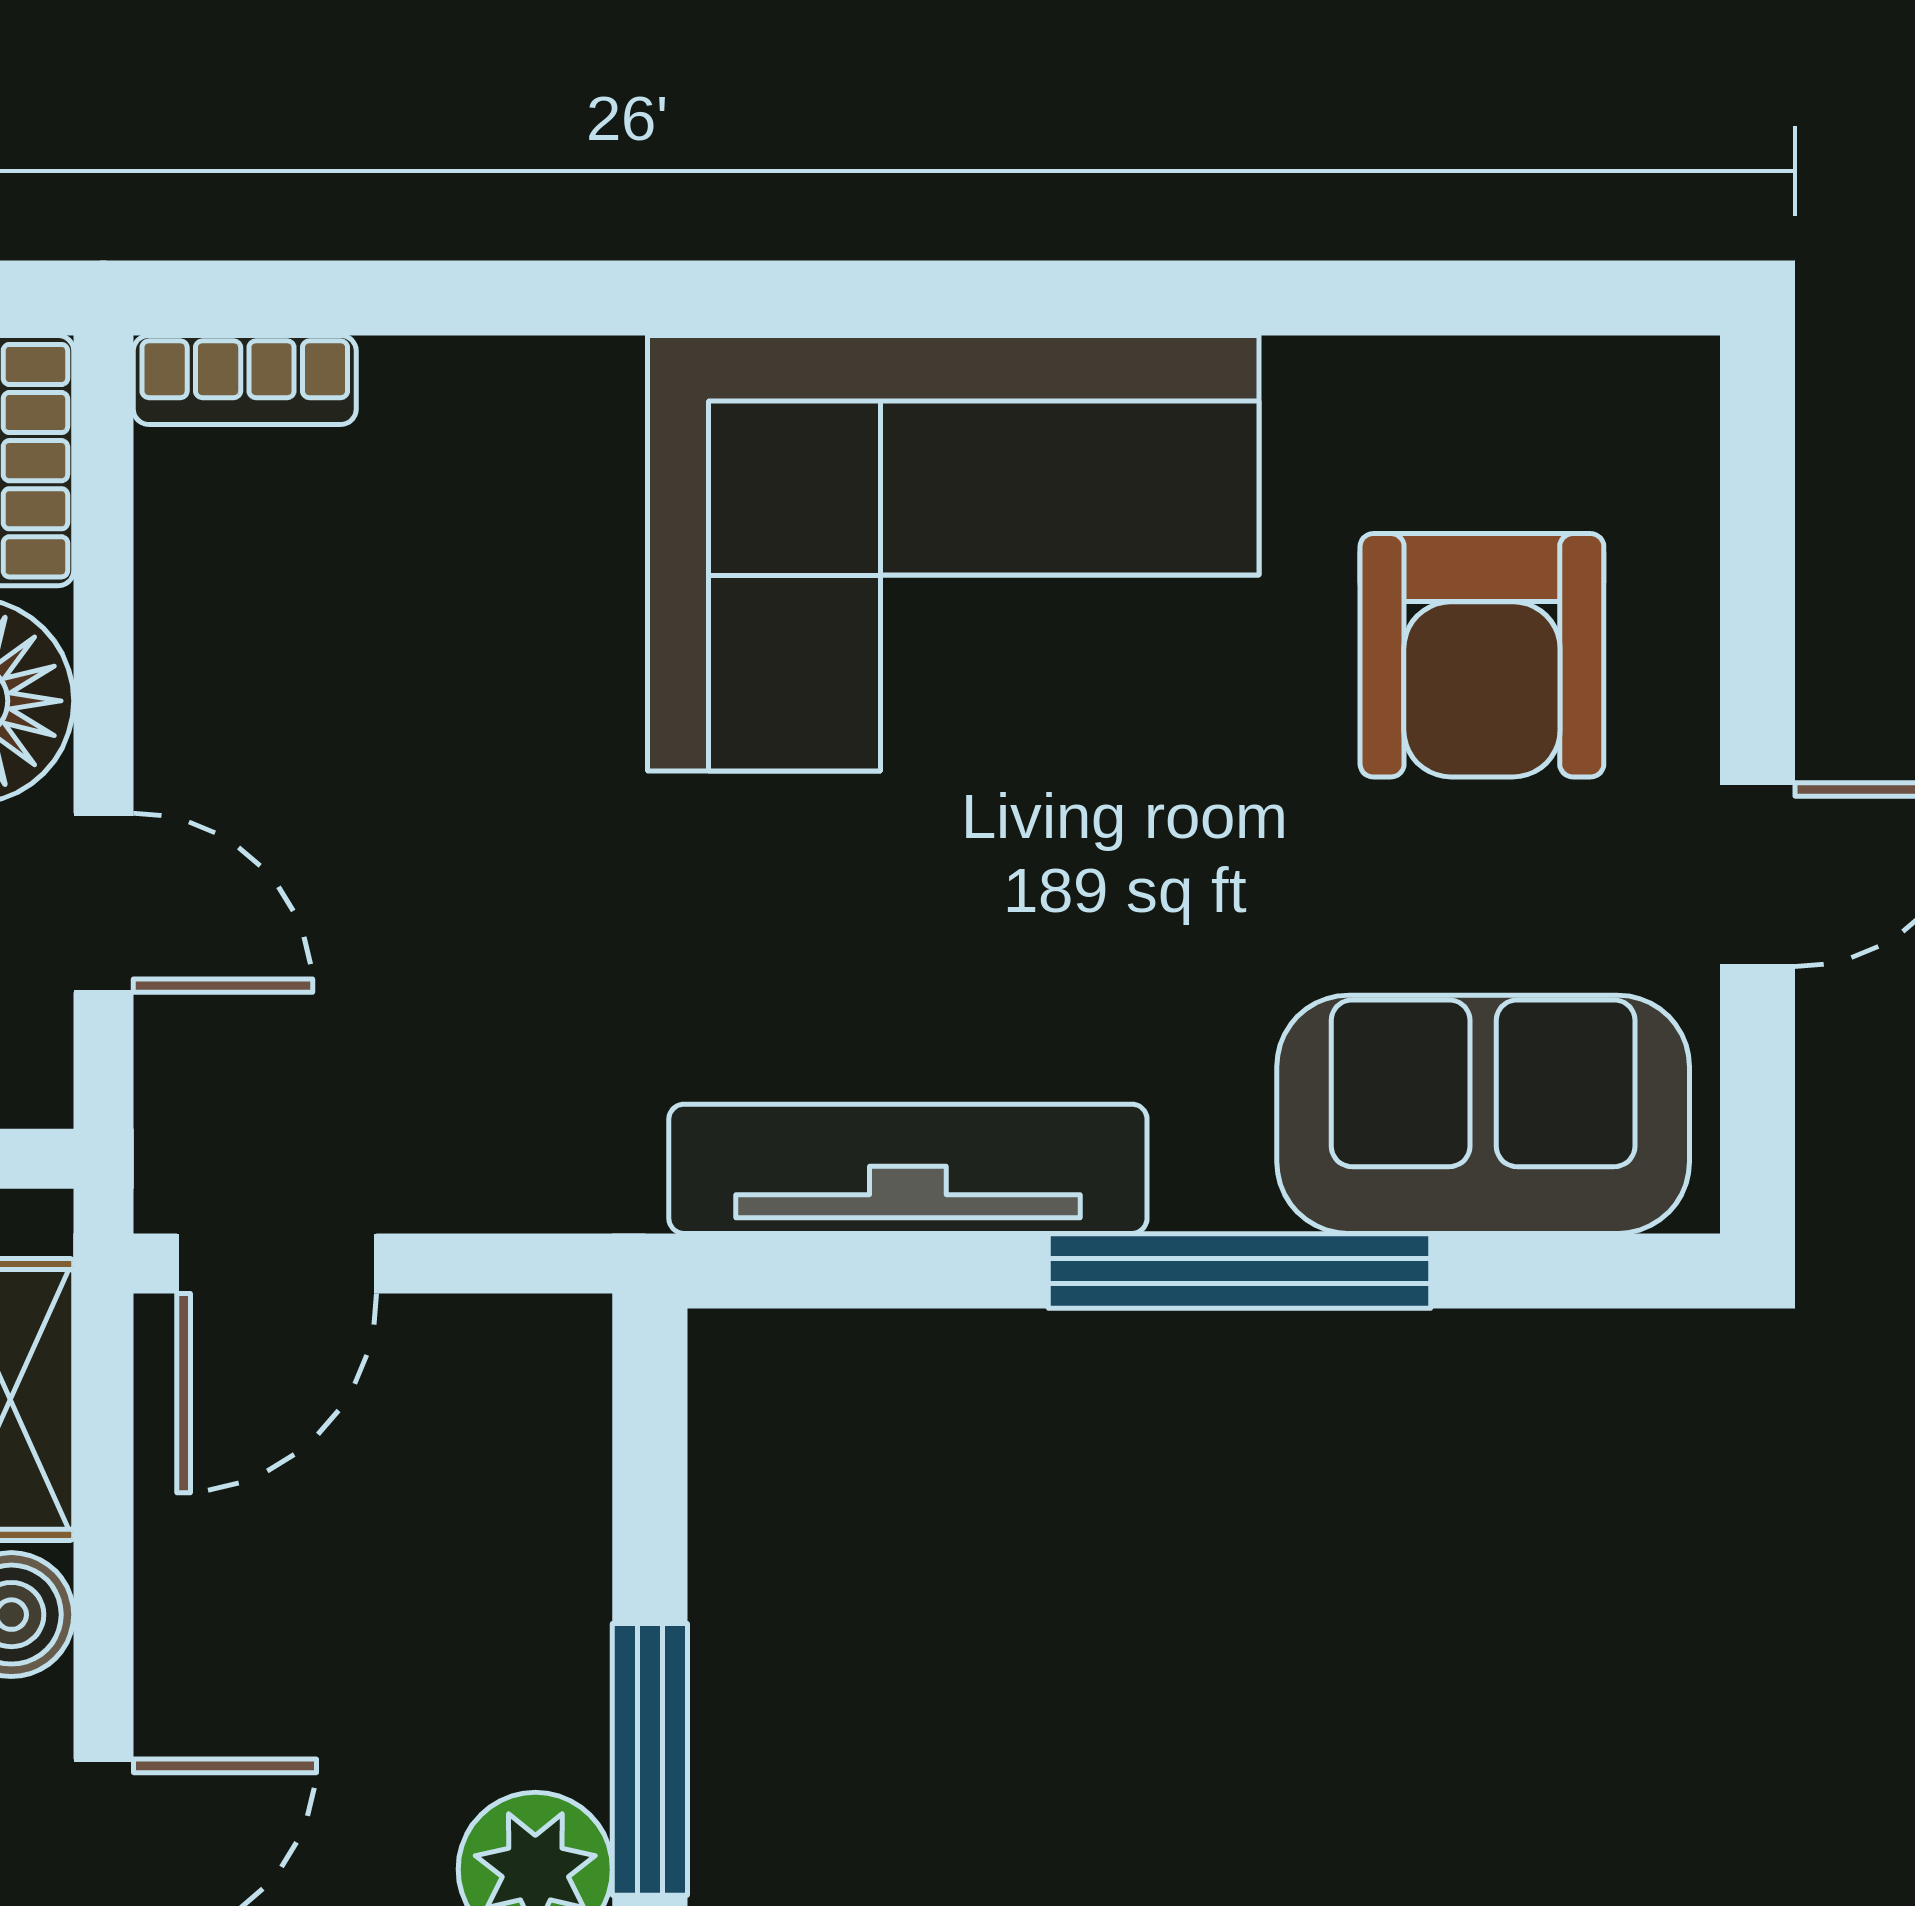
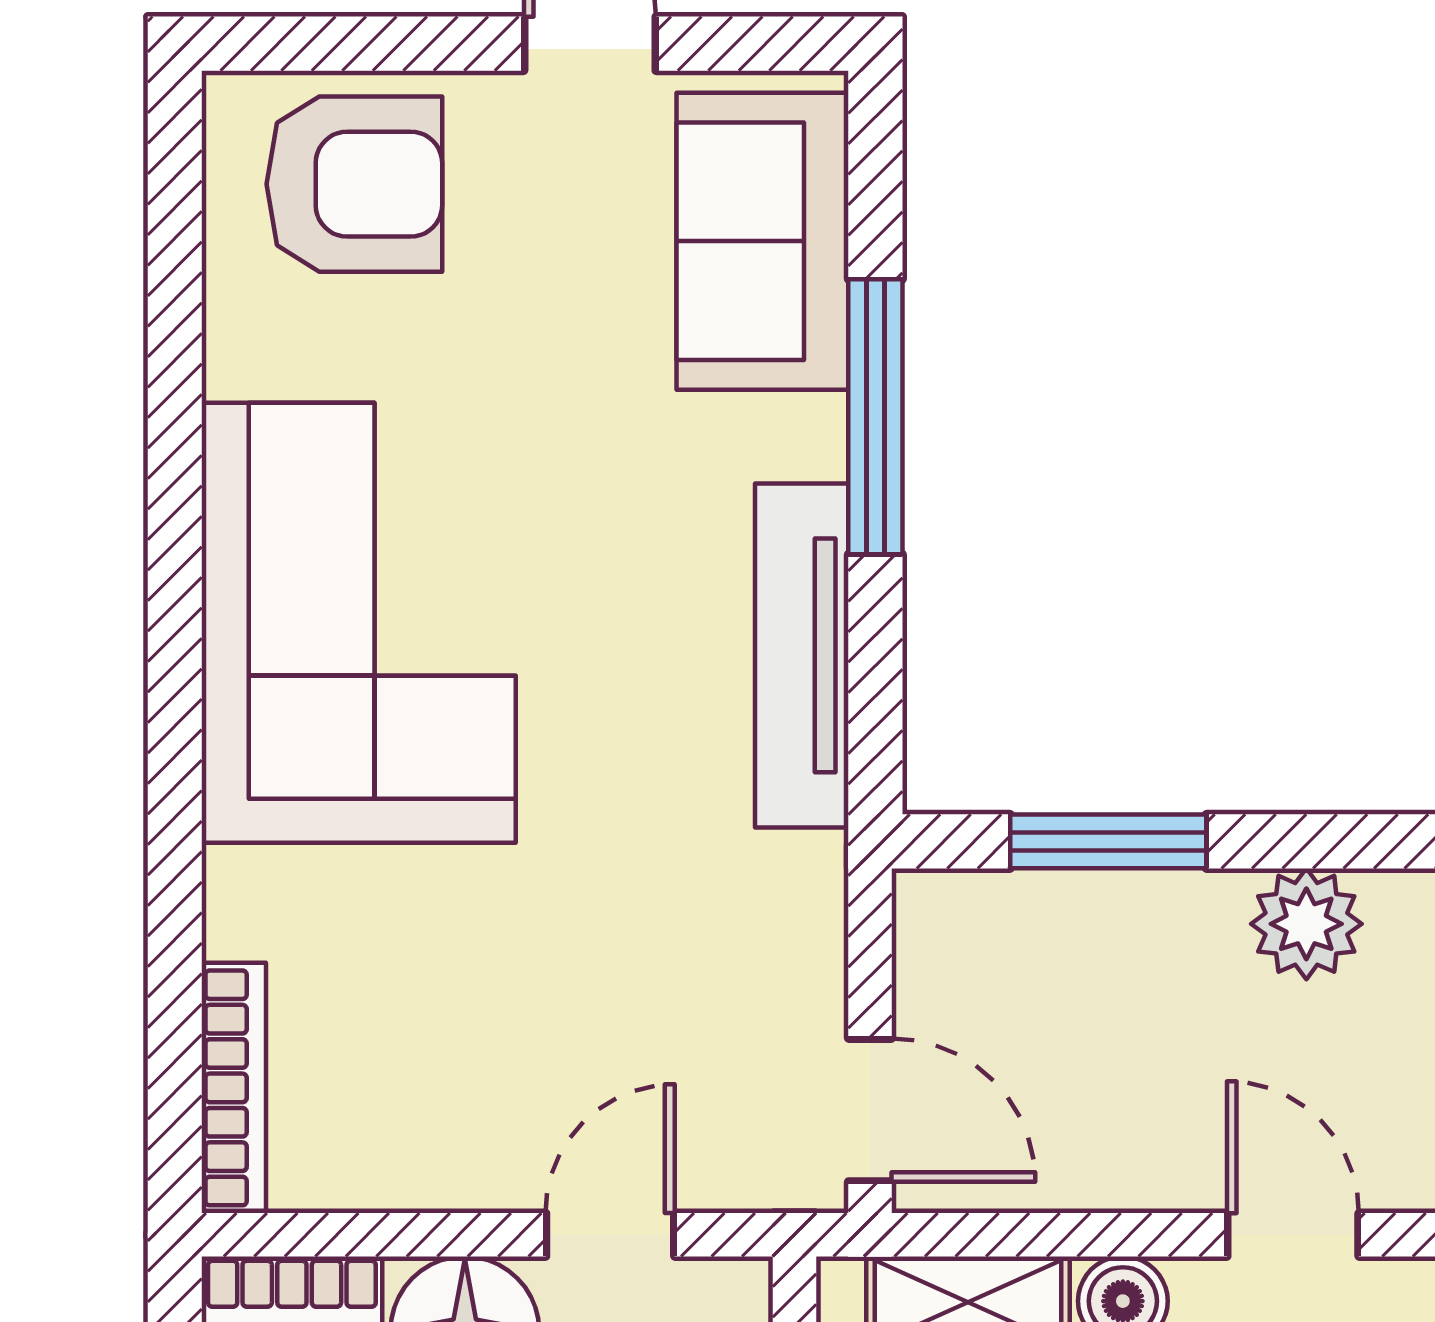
bookcase: (245, 380) -> (234, 1088), width x1.56
armchair: (1482, 655) -> (354, 184), moved
window: (650, 1759) -> (1108, 841), moved

